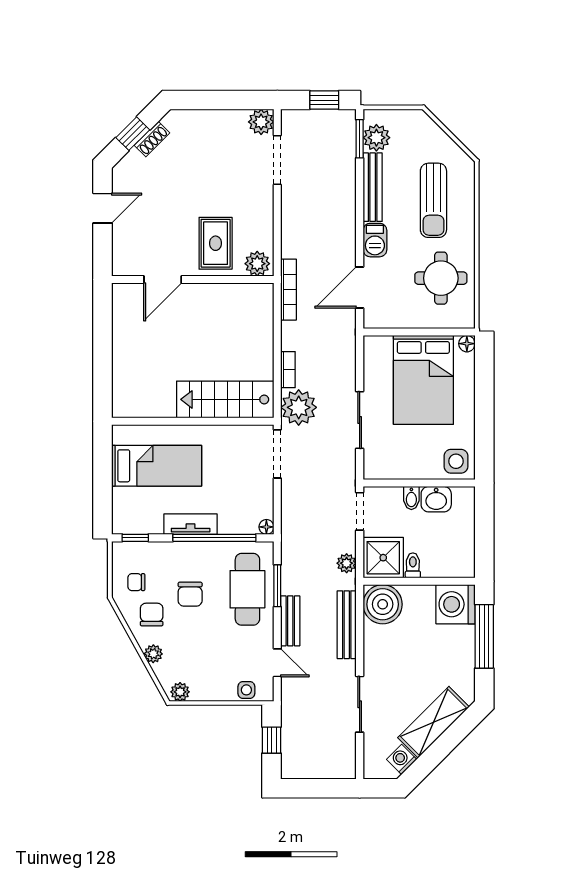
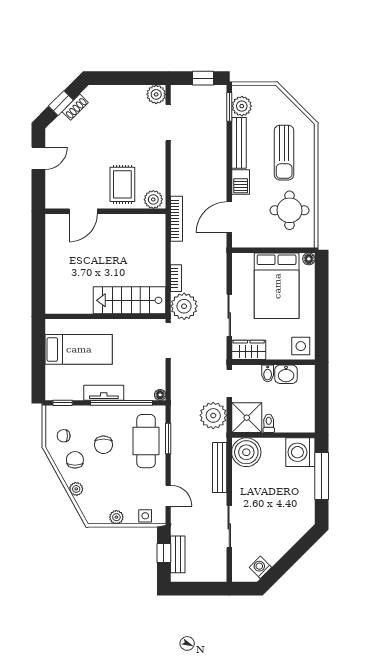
wardrobe: (386, 466) -> (249, 350), added
plant: (347, 563) -> (213, 415), width x1.88, depth x1.88
bench: (290, 621) -> (178, 554), moved
plant: (180, 692) -> (116, 517), moved
shelving: (434, 722) -> (284, 540), removed

